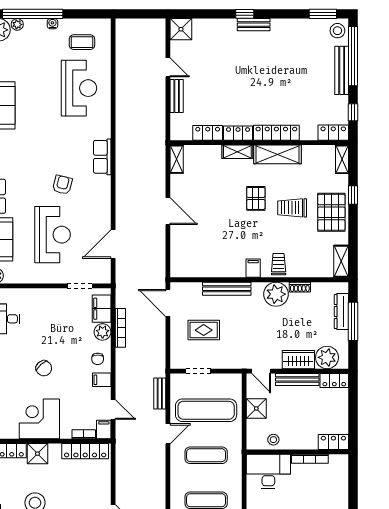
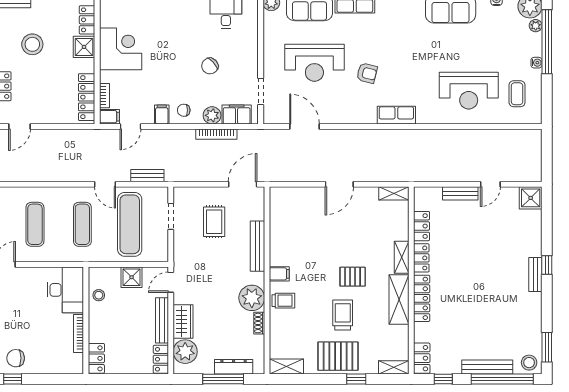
chair: (44, 368) -> (210, 66), moved

